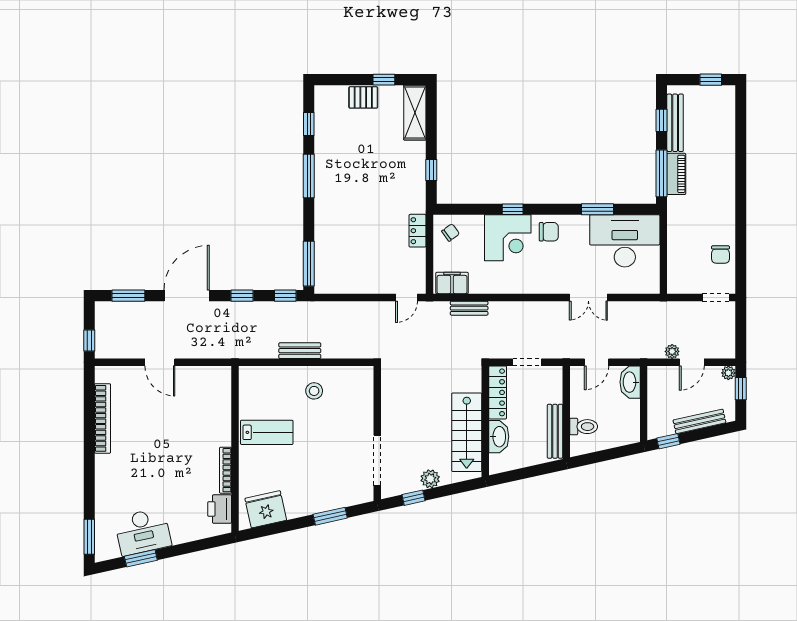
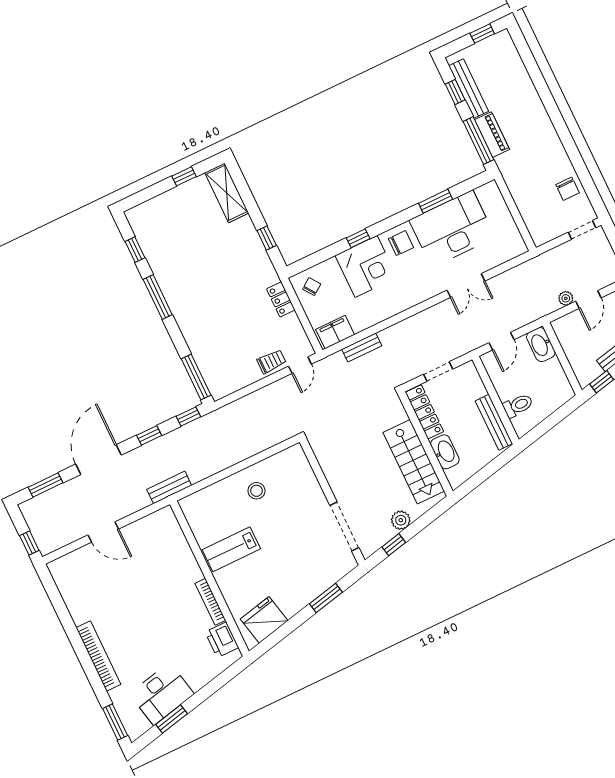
pallet: (363, 97) -> (173, 202), removed
desk: (625, 241) -> (452, 229), moved
trolley: (383, 282) -> (271, 361), added
bench: (300, 351) -> (169, 487), moved
bookcase: (103, 418) -> (98, 656), moved
lab bench: (267, 432) -> (231, 549), turned 180

